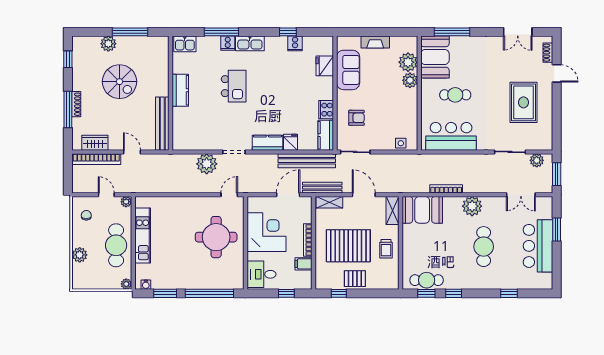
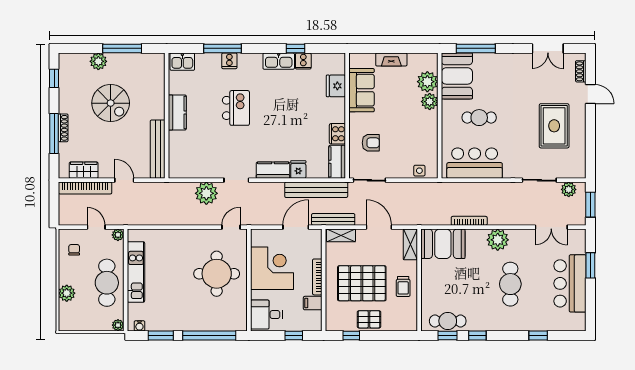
kitchen sink: (250, 43) -> (279, 61), moved

